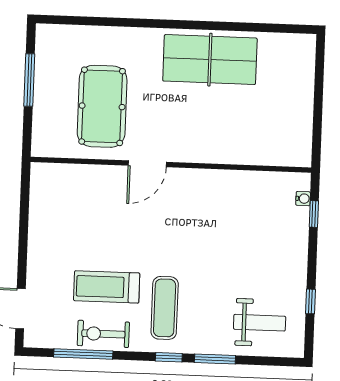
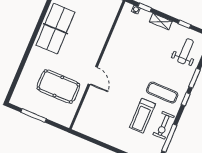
shelving: (298, 255) -> (161, 22), added

